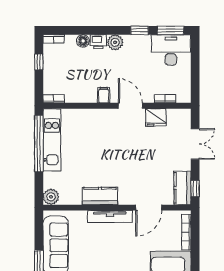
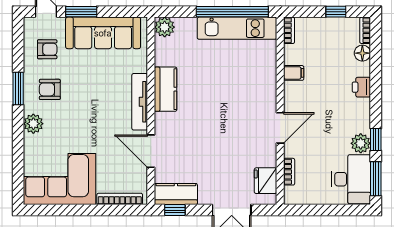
floor lamp: (83, 41) -> (362, 53), moved
plant: (115, 42) -> (361, 143), moved
filing cabinet: (104, 95) -> (294, 73), moved
fridge: (156, 117) -> (266, 181), moved

